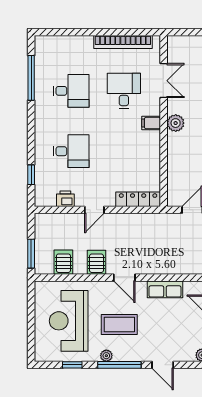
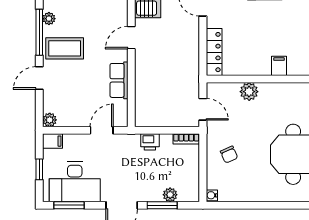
filing cabinet: (151, 123) -> (279, 66), moved
plant: (176, 123) -> (249, 92), moved
coffee table: (119, 324) -> (65, 48), moved, turned 90

